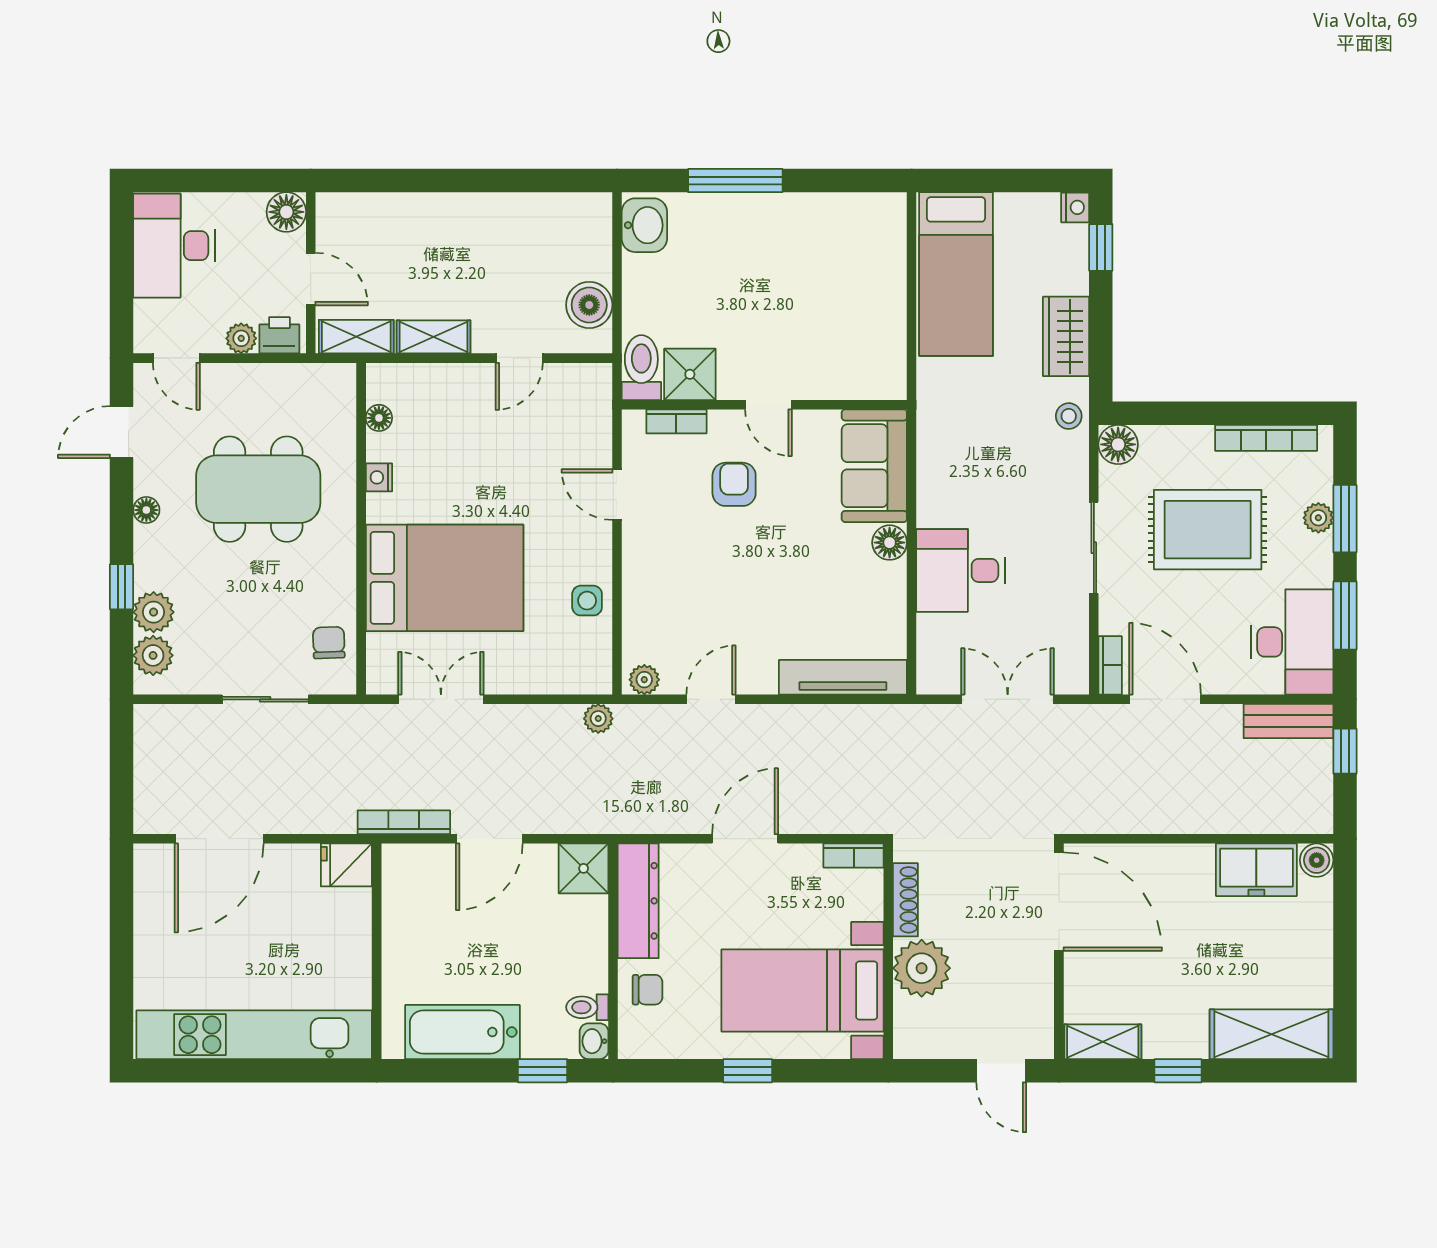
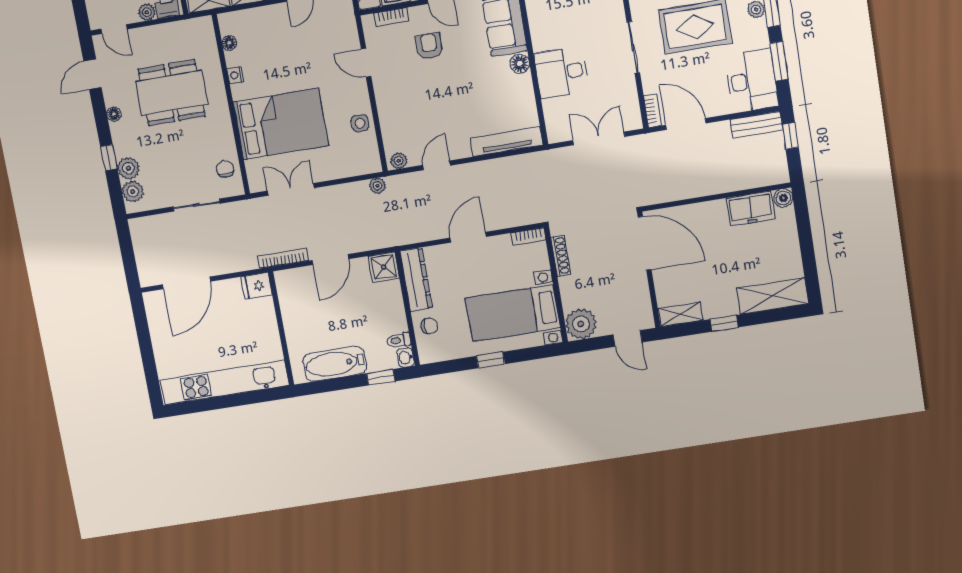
plant: (922, 968) -> (581, 324), moved

